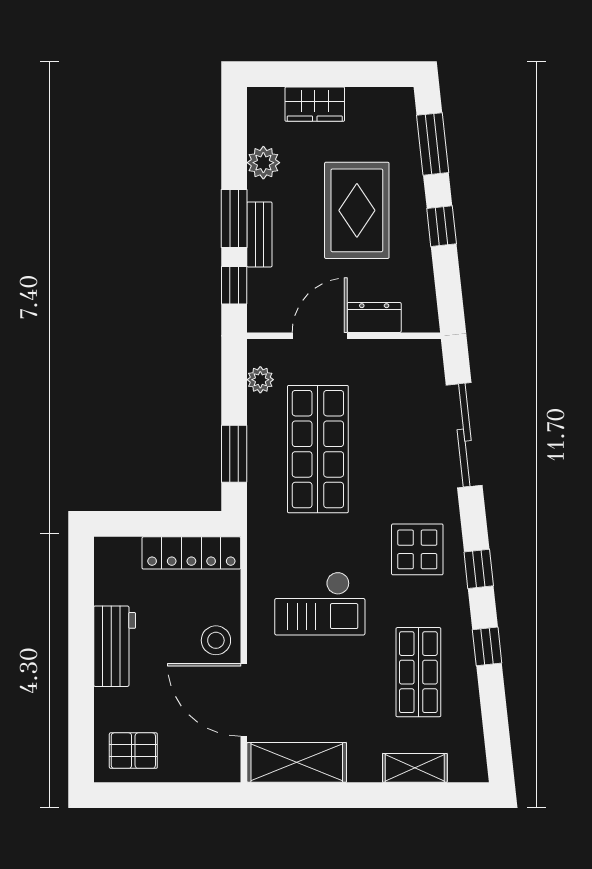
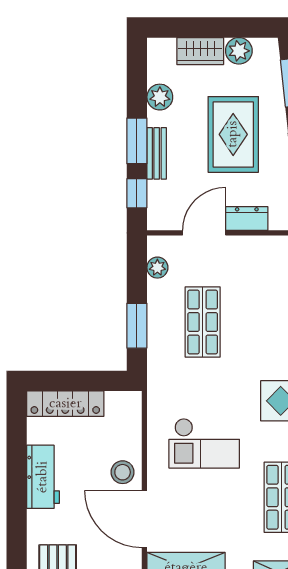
plant: (364, 104) -> (239, 51), added
shop shelf: (318, 449) -> (203, 322), width x0.70, depth x0.74
locker: (191, 553) -> (65, 404), moved

